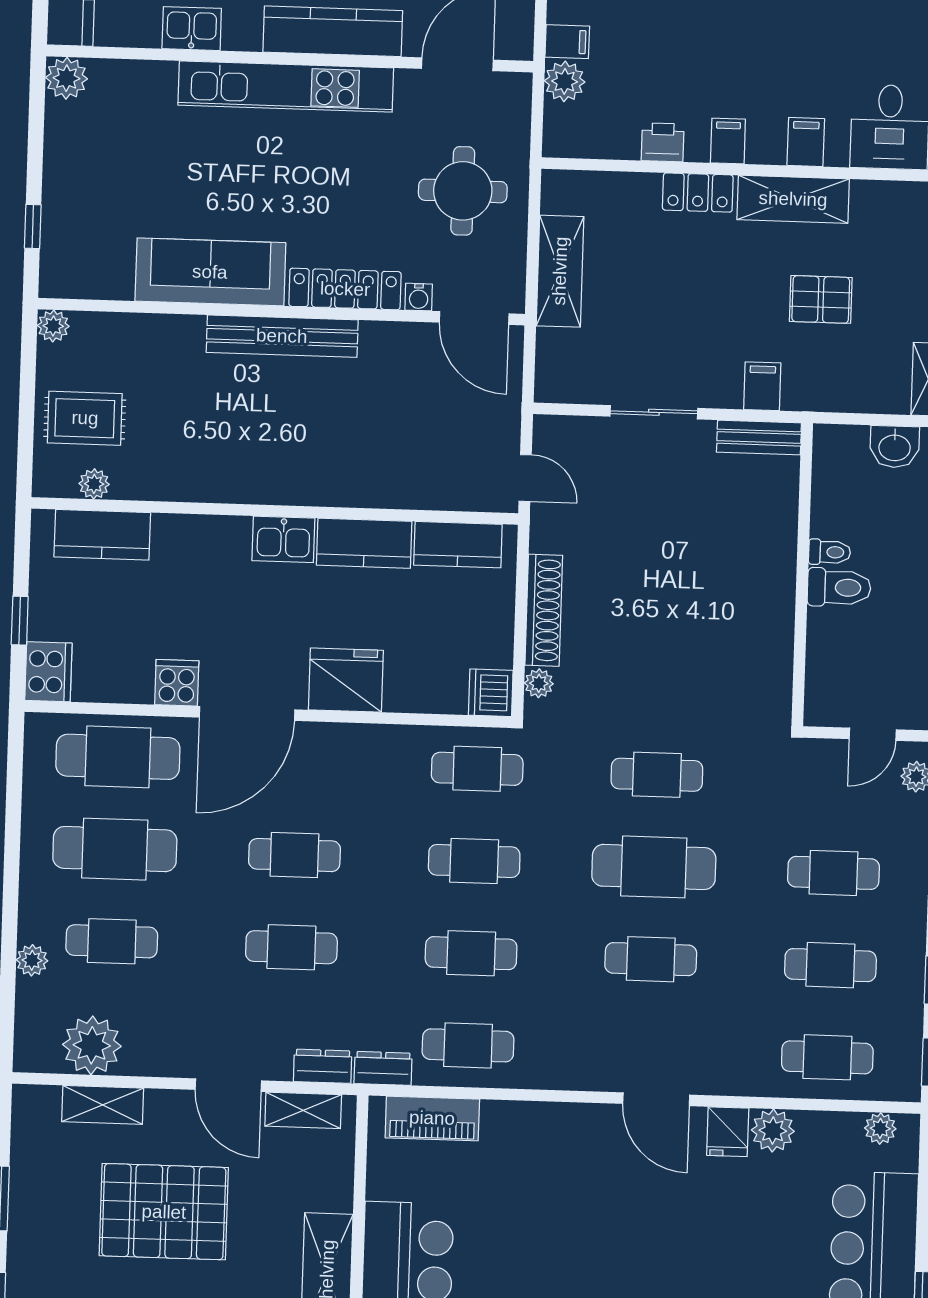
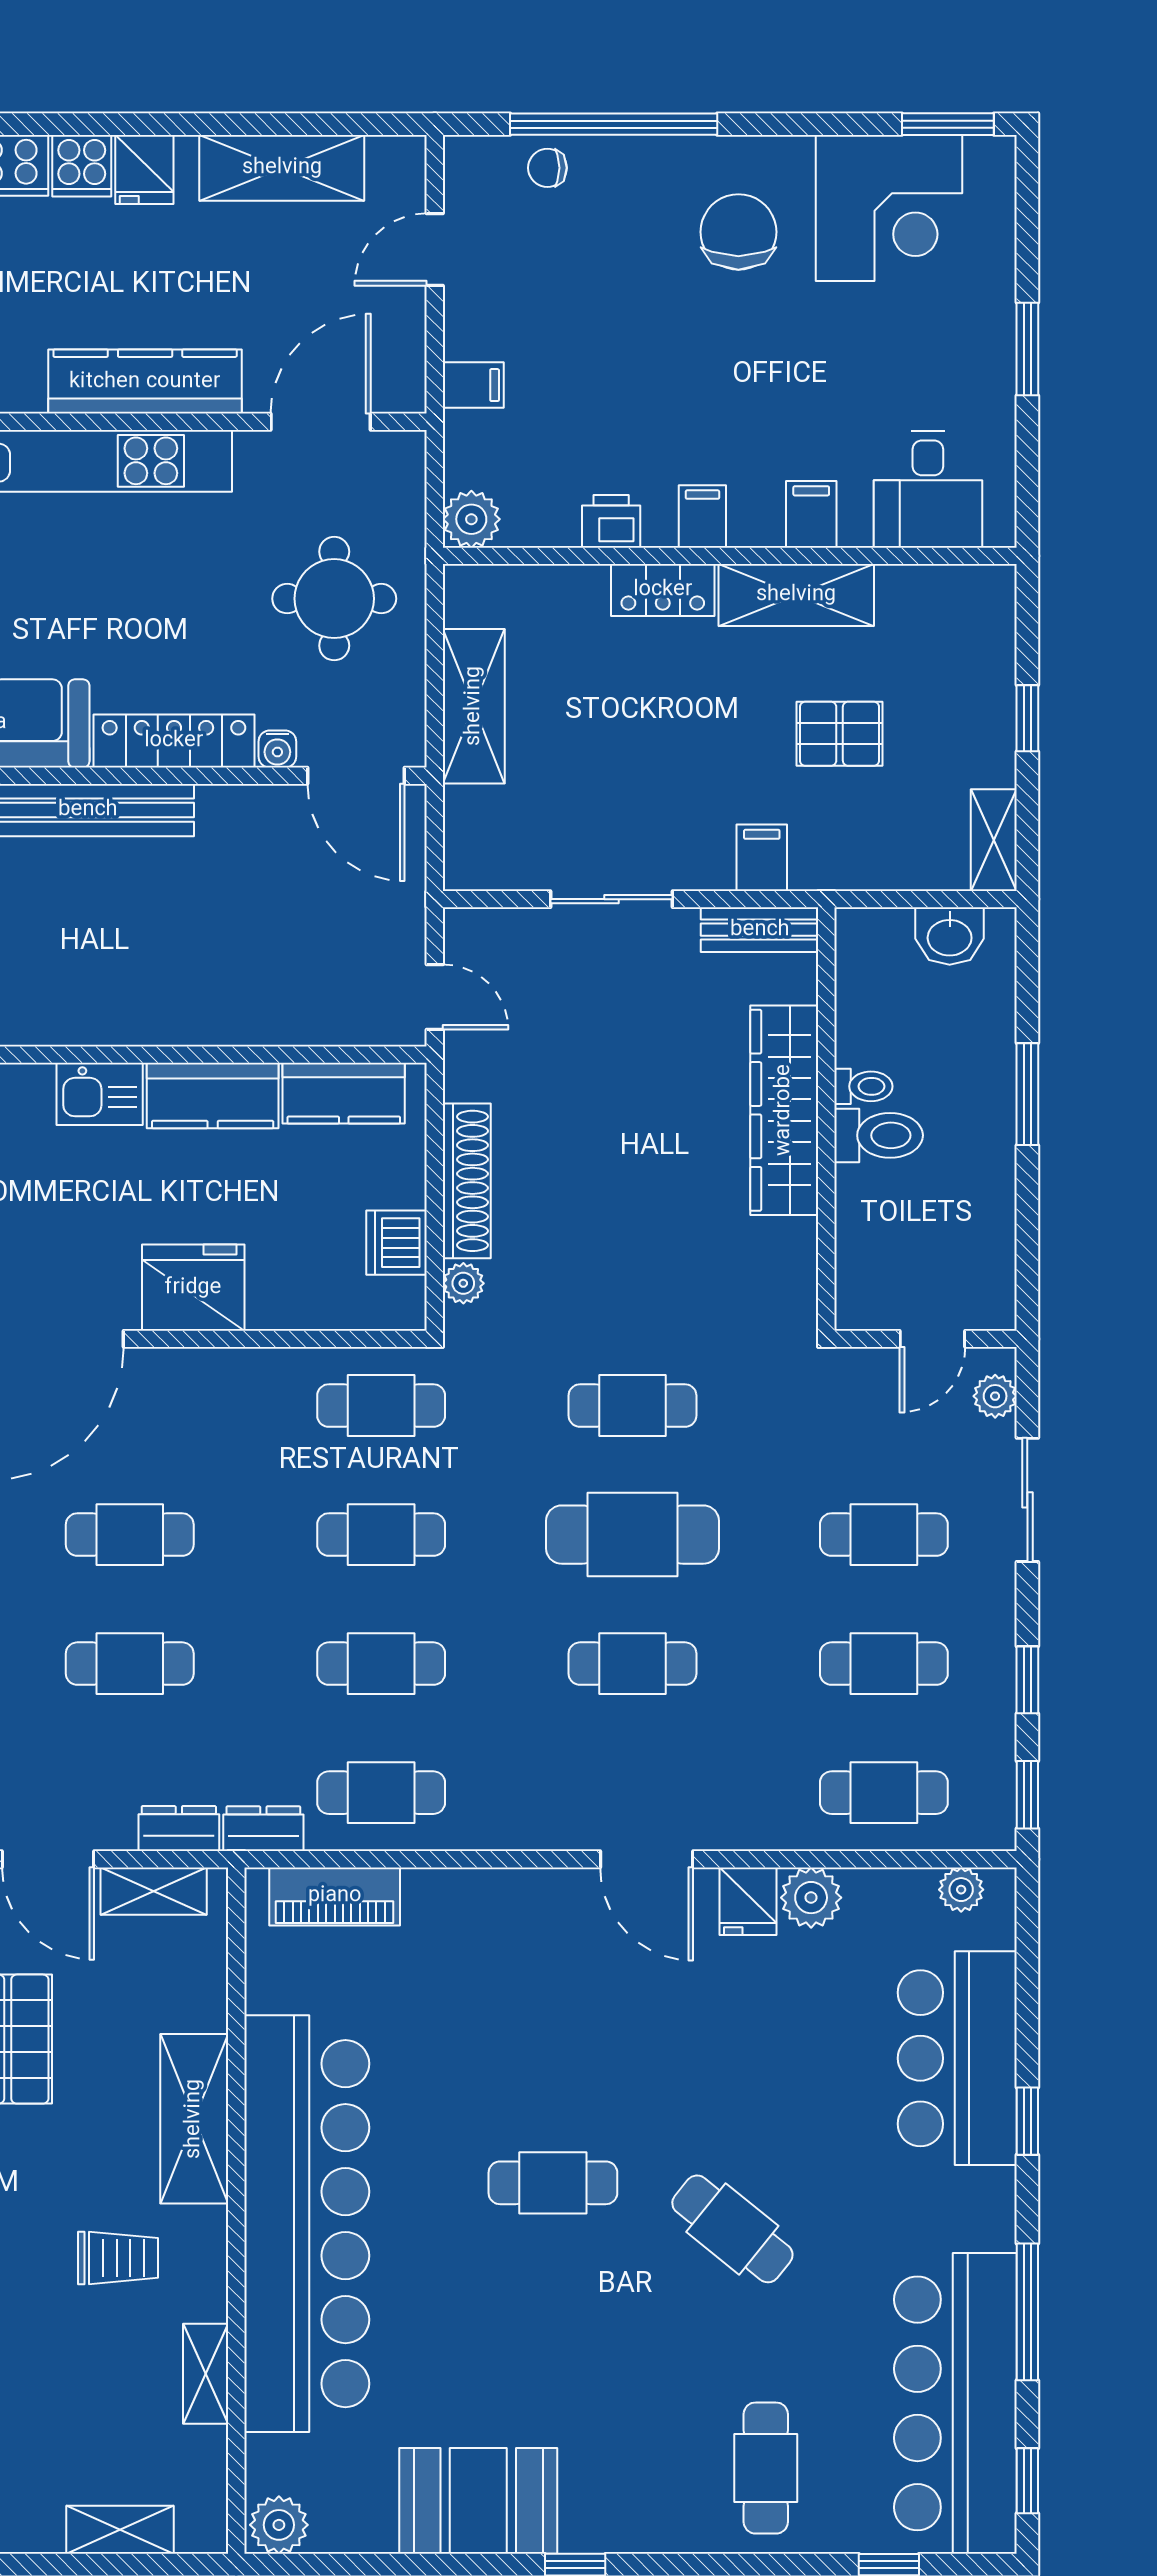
plant: (565, 81) -> (471, 519), moved
wardrobe: (772, 567) -> (784, 1110), added
dishwasher: (491, 693) -> (397, 1243), moved

